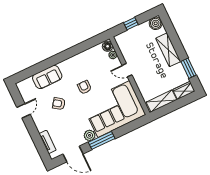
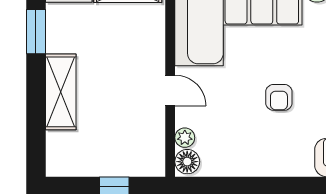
boiler: (156, 23) -> (61, 162), removed

